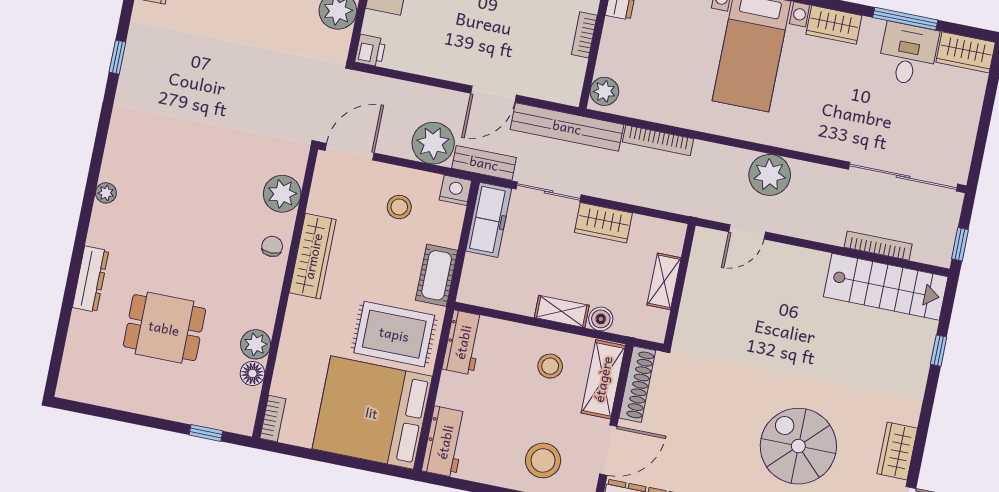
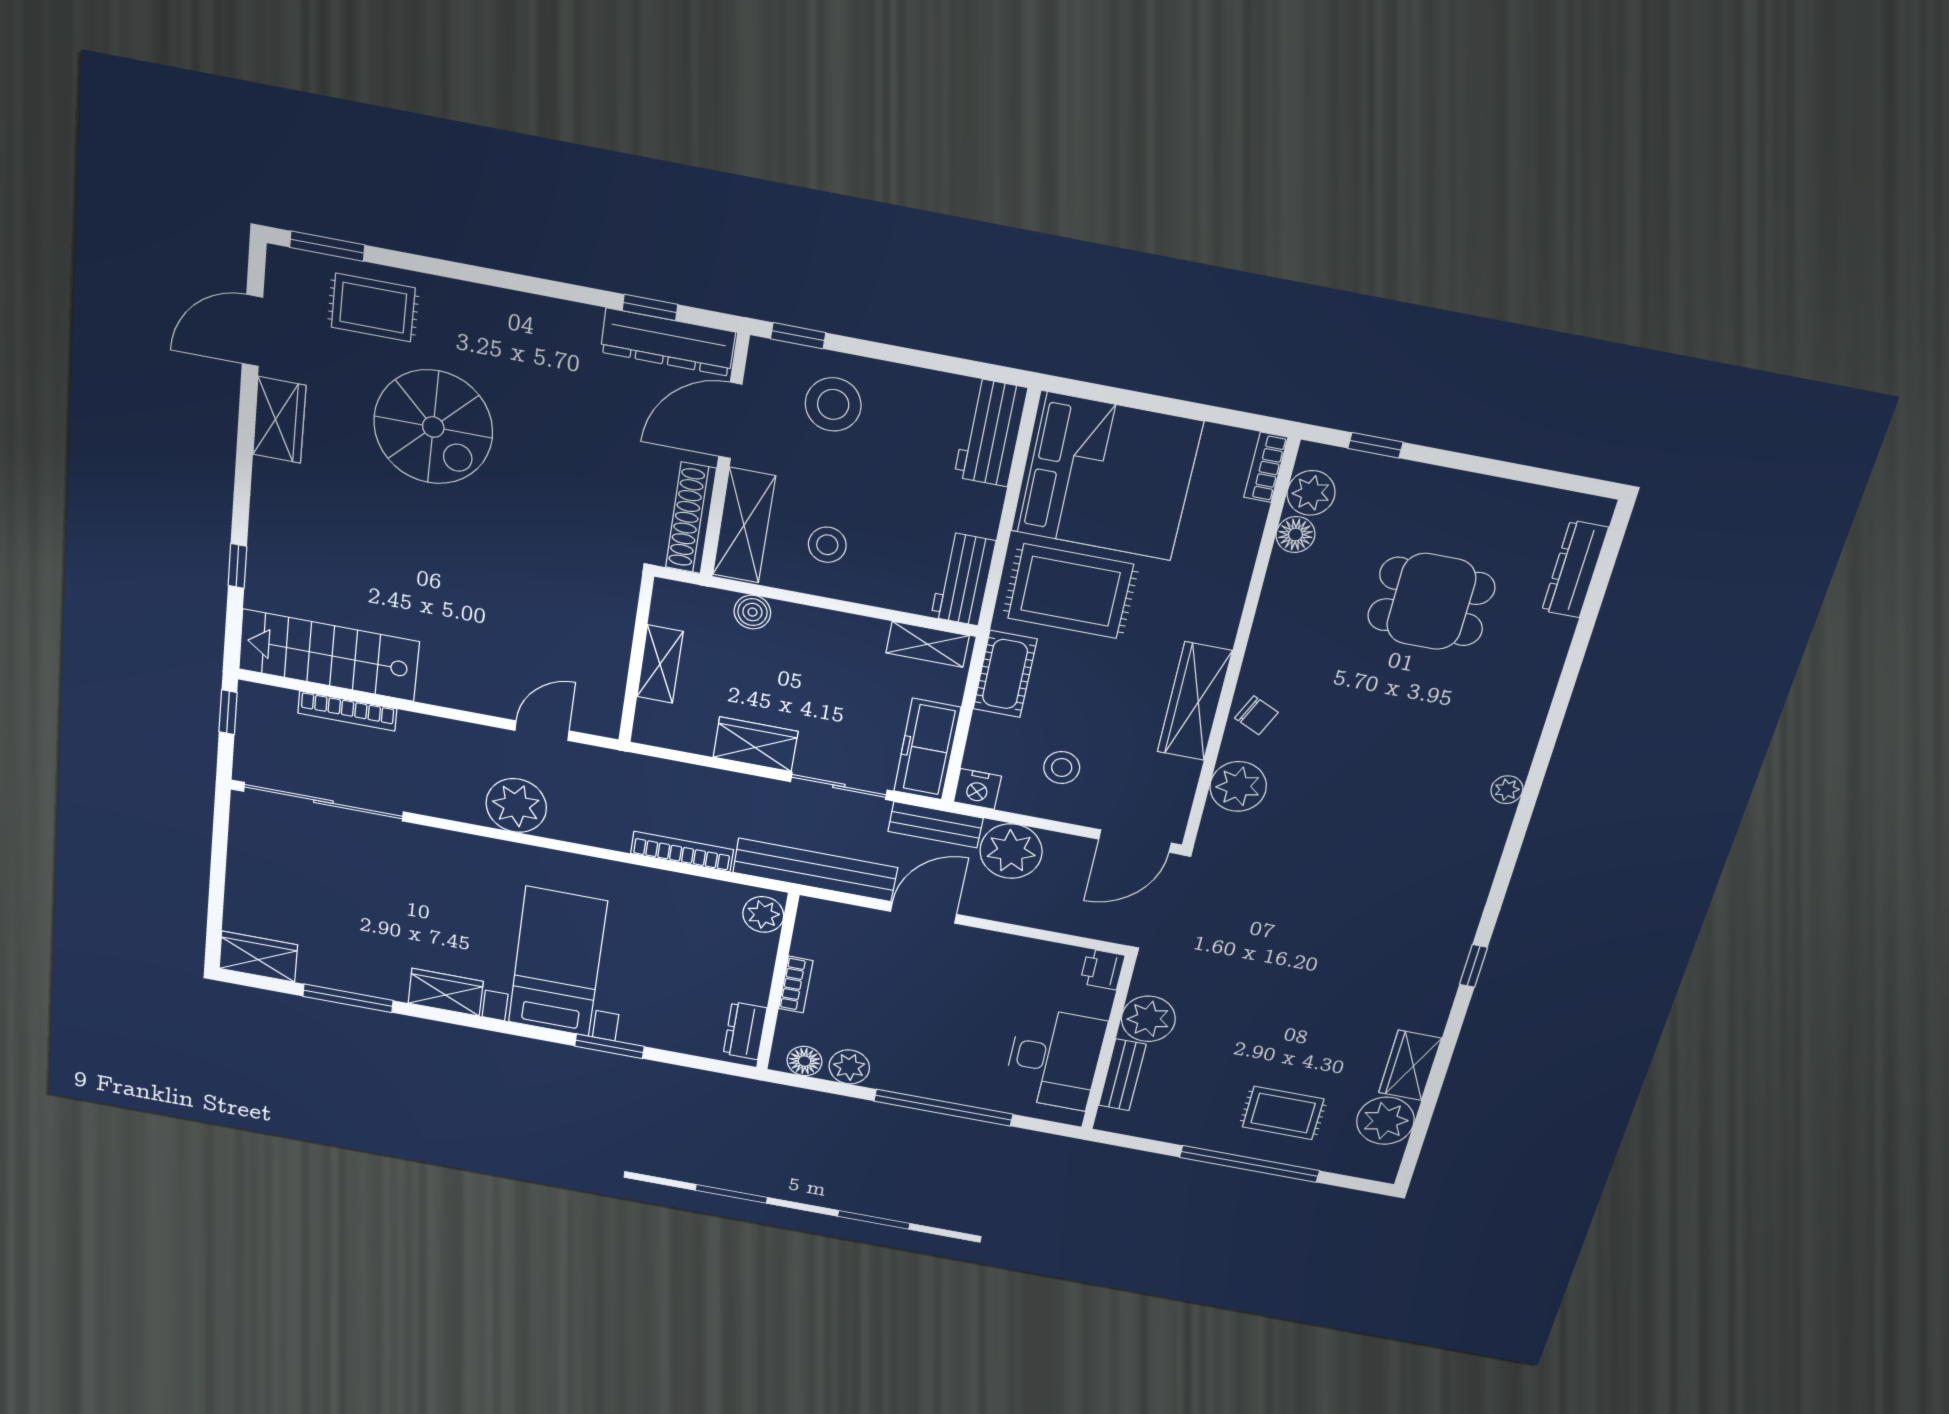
desk: (908, 54) -> (338, 955), removed
chair: (272, 246) -> (1256, 715), turned -65
dresser: (91, 279) -> (1575, 569), moved
shelving: (562, 311) -> (928, 644), moved
plant: (256, 344) -> (1311, 493), moved

